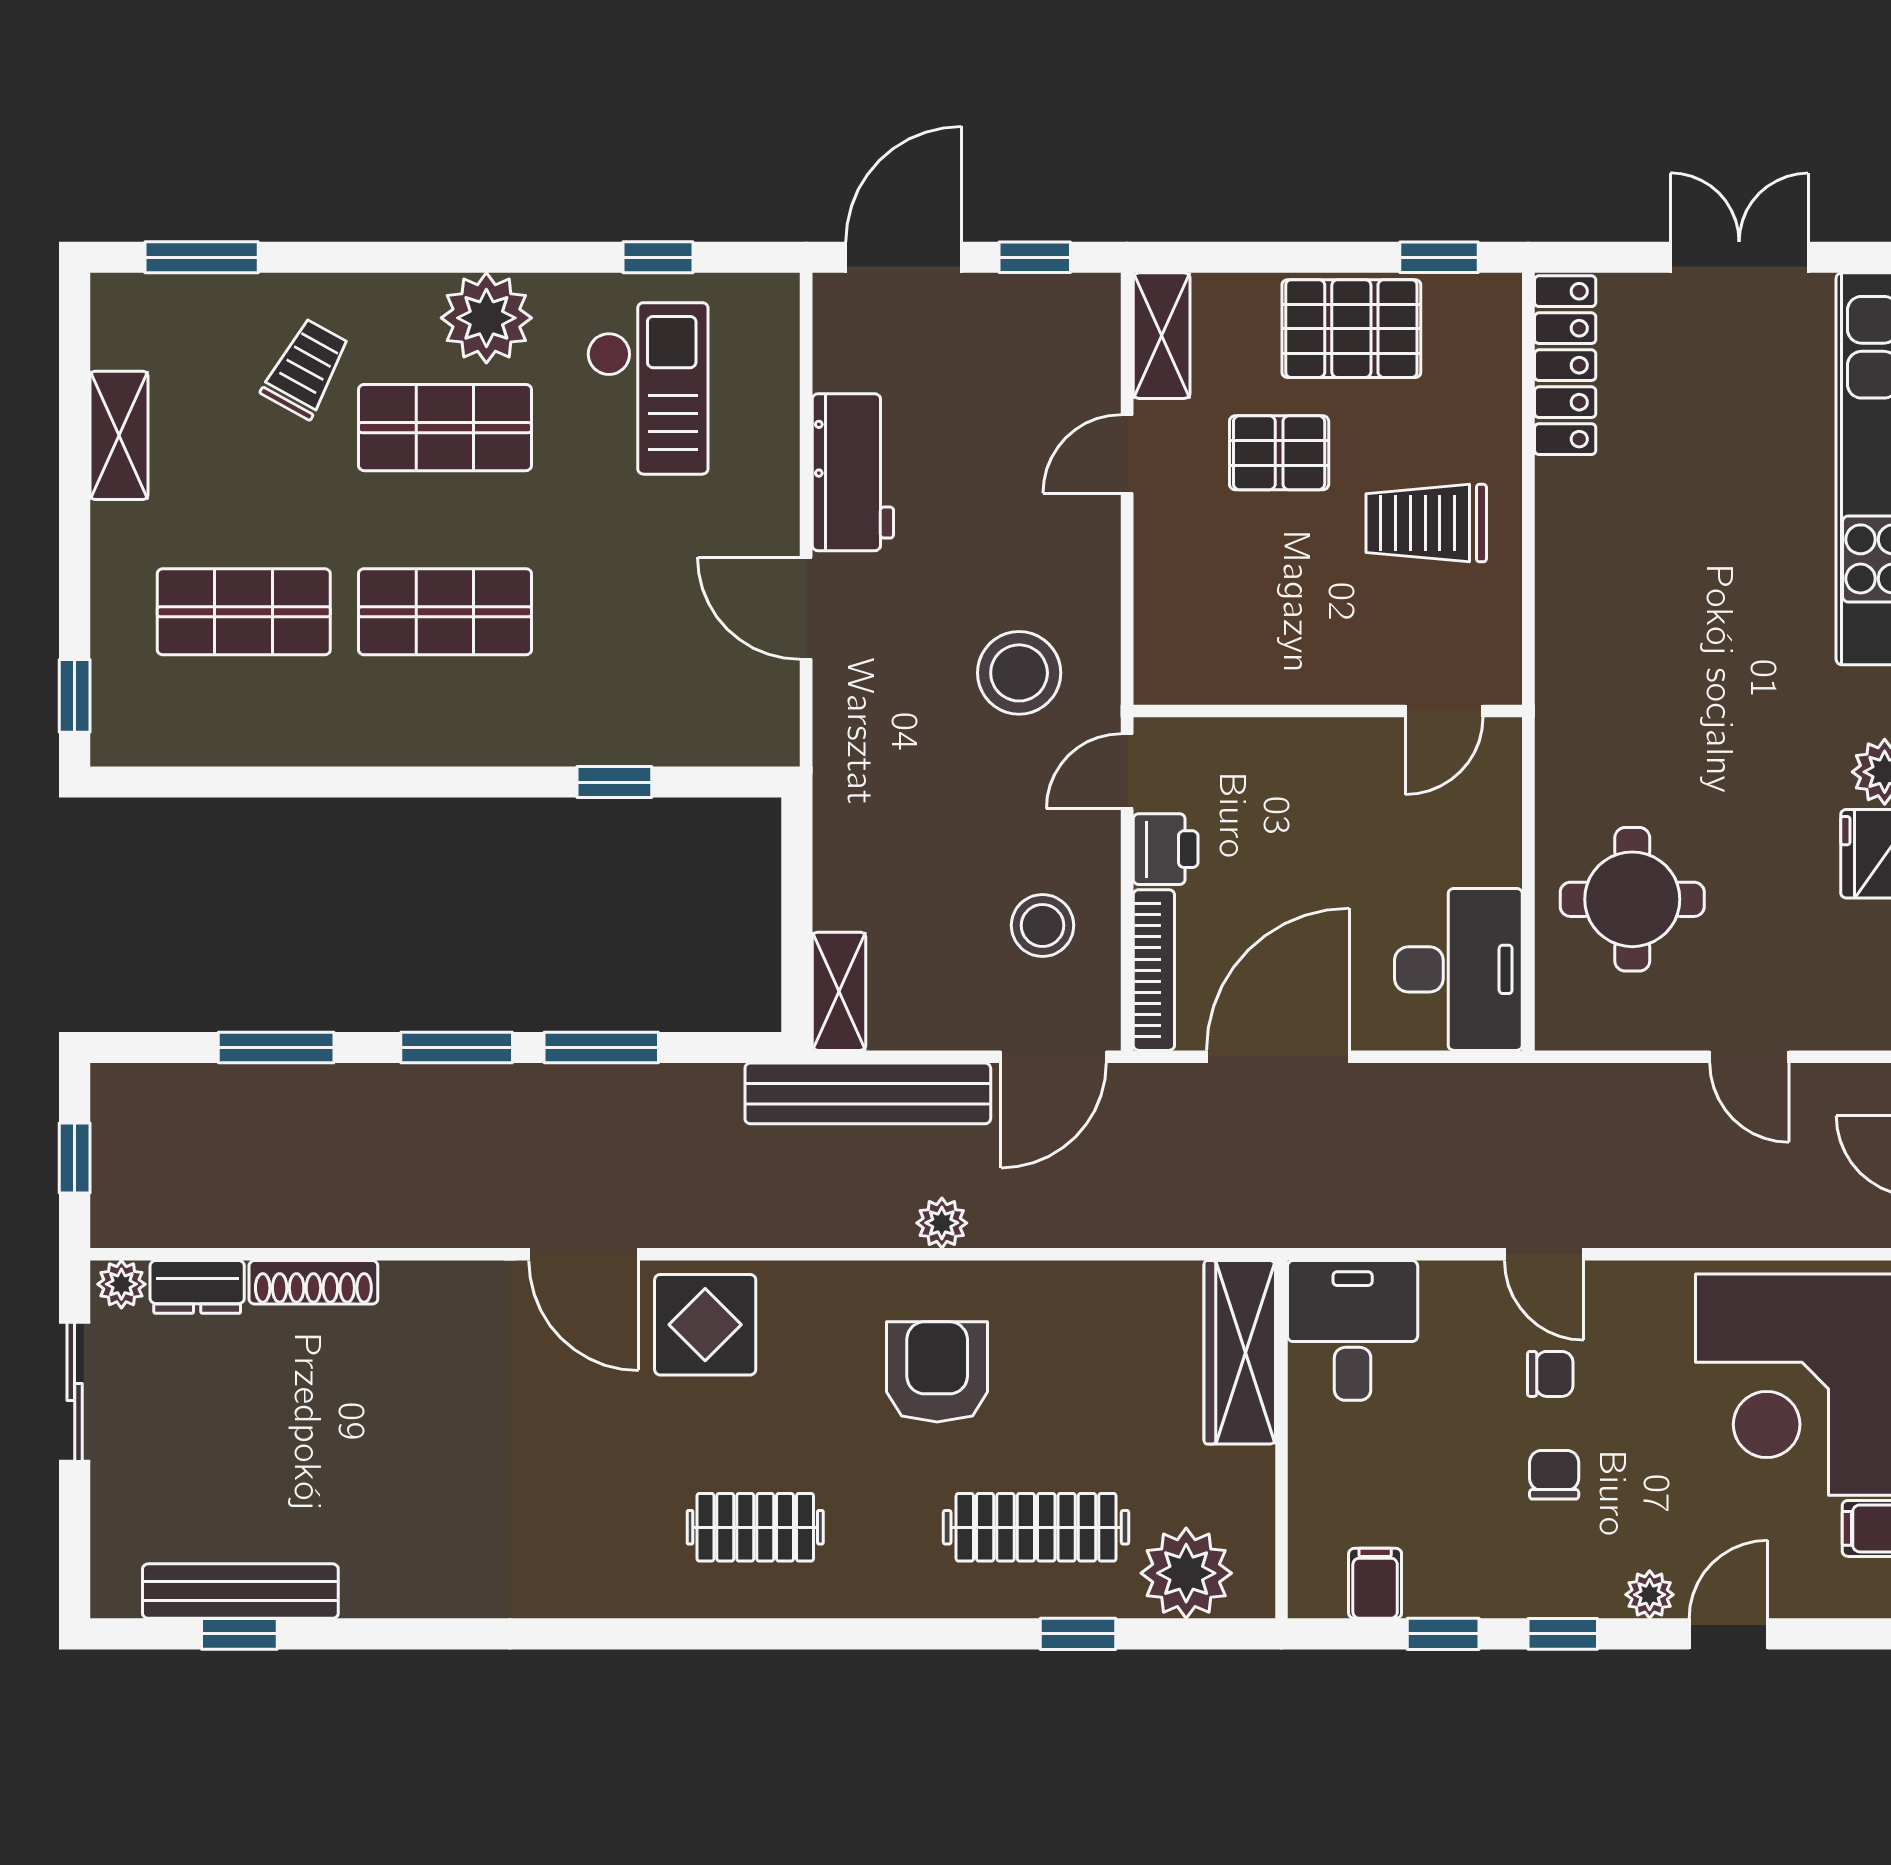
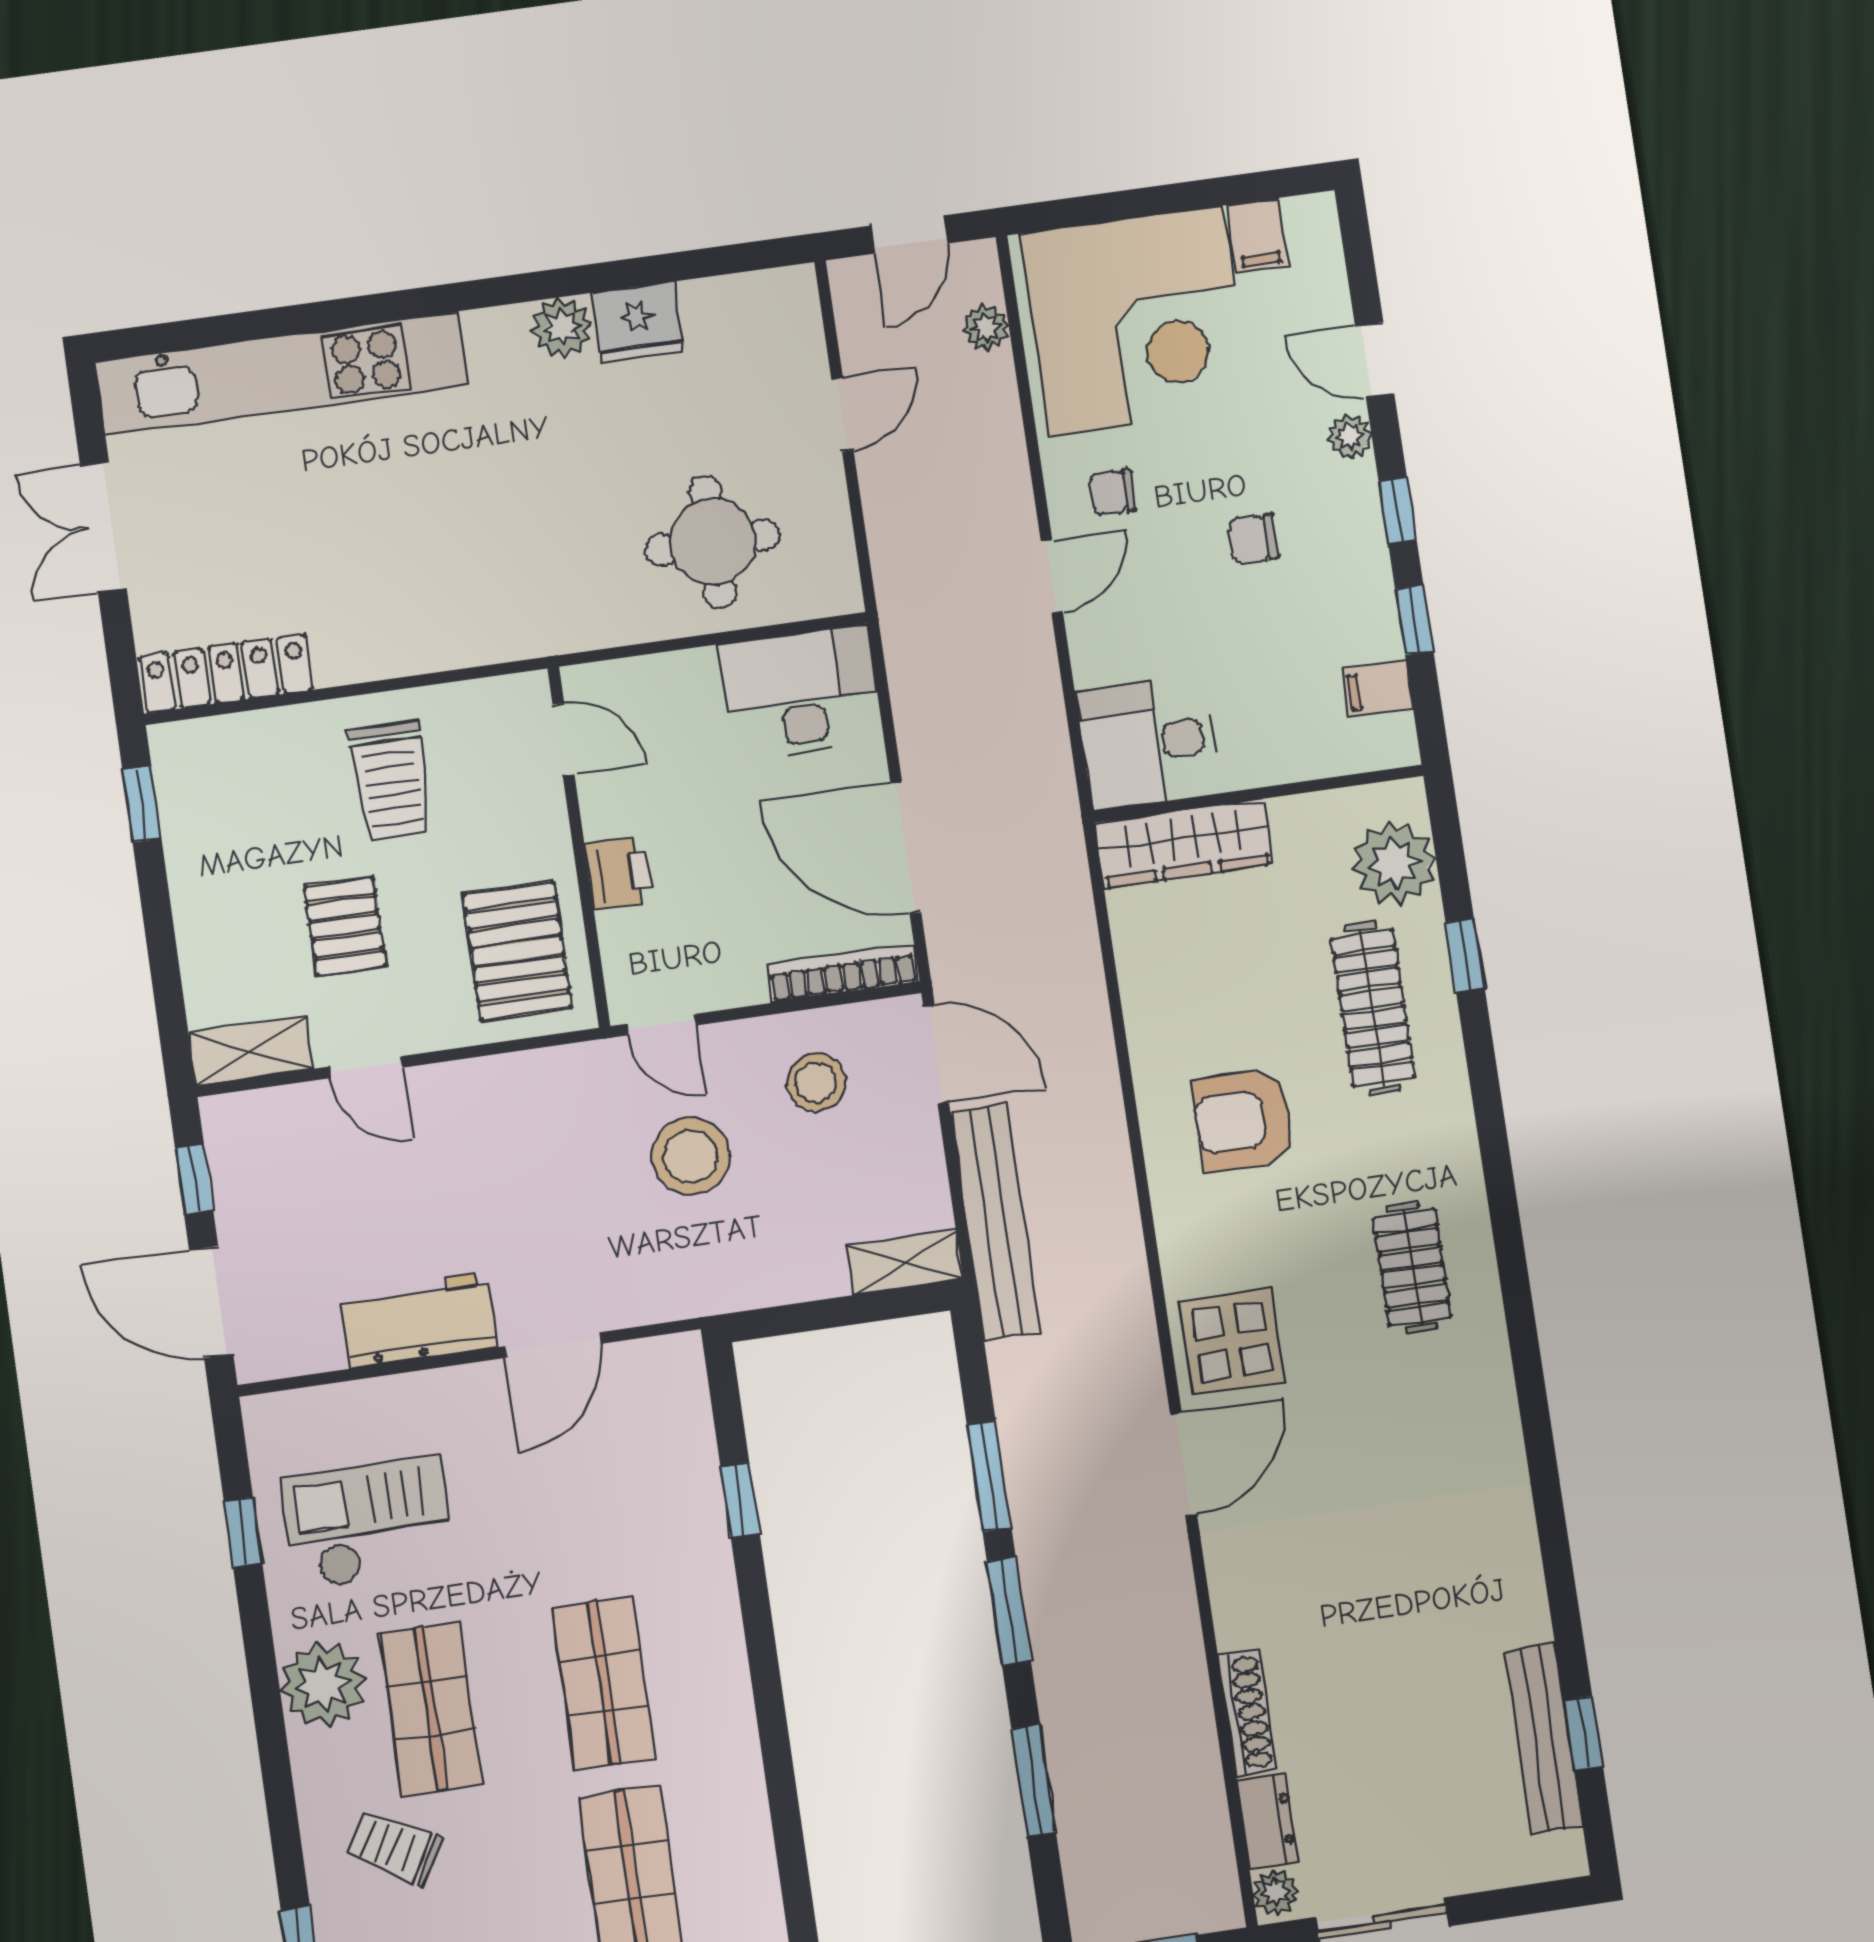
pallet: (1351, 329) -> (517, 951), moved
stool: (1019, 673) -> (691, 1156), moved
printer: (1166, 849) -> (619, 873), moved, turned 90
plant: (942, 1223) -> (986, 328), moved
chair: (1550, 1374) -> (1112, 492), moved, turned -90

